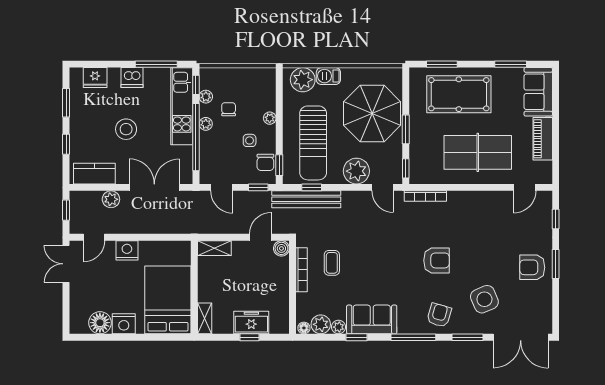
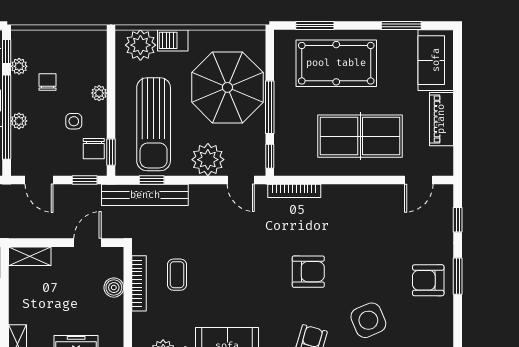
plant: (206, 124) -> (19, 121), moved
window: (406, 129) -> (270, 107), width x1.44
boiler: (281, 248) -> (114, 288), moved

